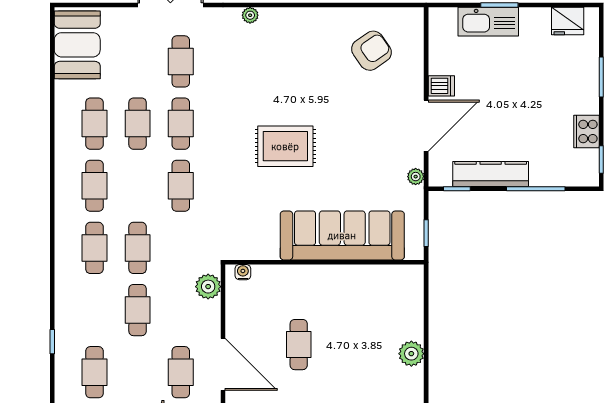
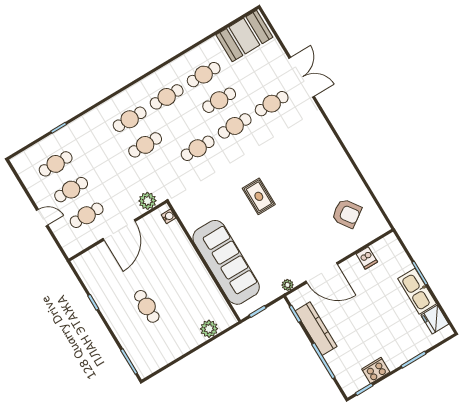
plant: (250, 15) -> (324, 128), removed
kitchen sink: (488, 22) -> (417, 291), moved
dishwasher: (441, 86) -> (367, 258), moved
rug: (285, 146) -> (259, 196), width x0.73, depth x0.70
cafe table: (138, 310) -> (71, 190), moved
cafe table: (299, 345) -> (147, 306), moved, turned 90
plant: (411, 354) -> (209, 329), moved
door: (223, 364) -> (119, 230), moved

